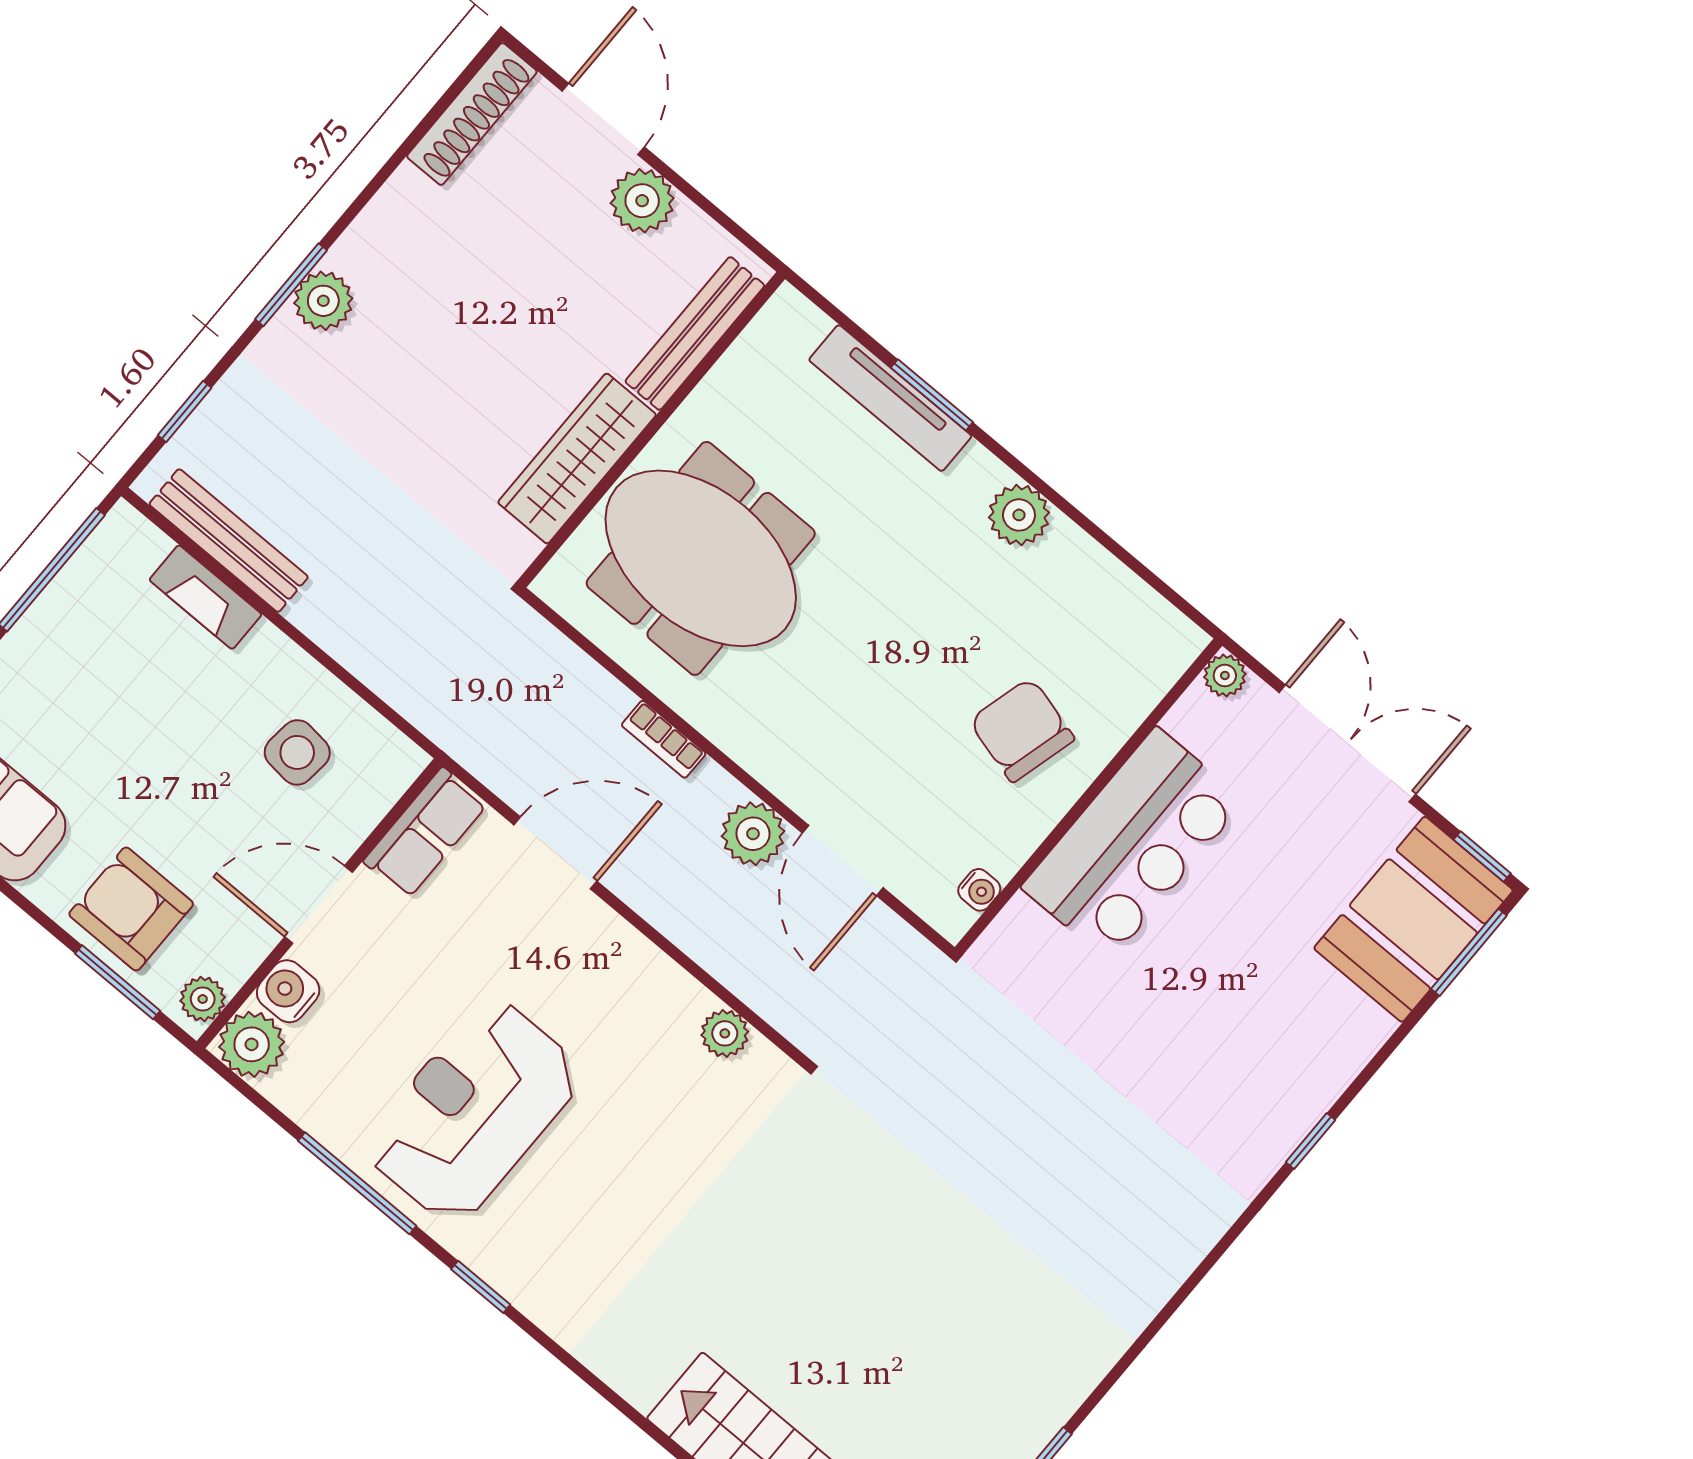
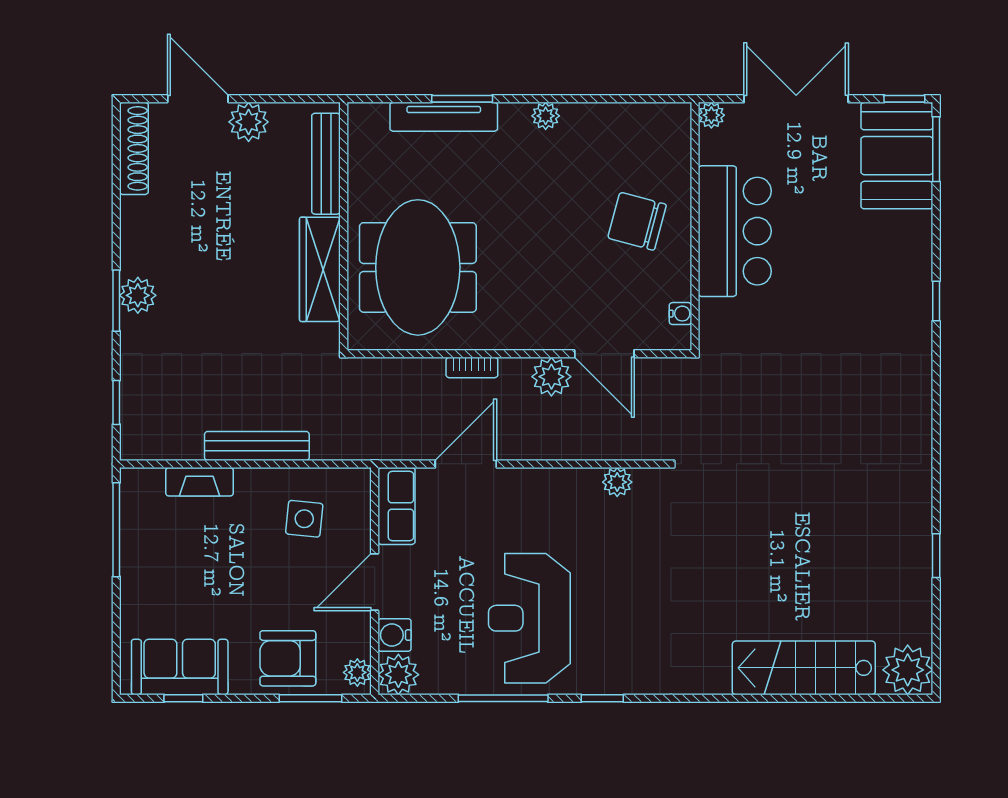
plant: (1019, 515) -> (546, 116), width x0.73, depth x0.73
bench: (229, 541) -> (257, 446), moved
meeting table: (701, 558) -> (418, 267), turned 90

